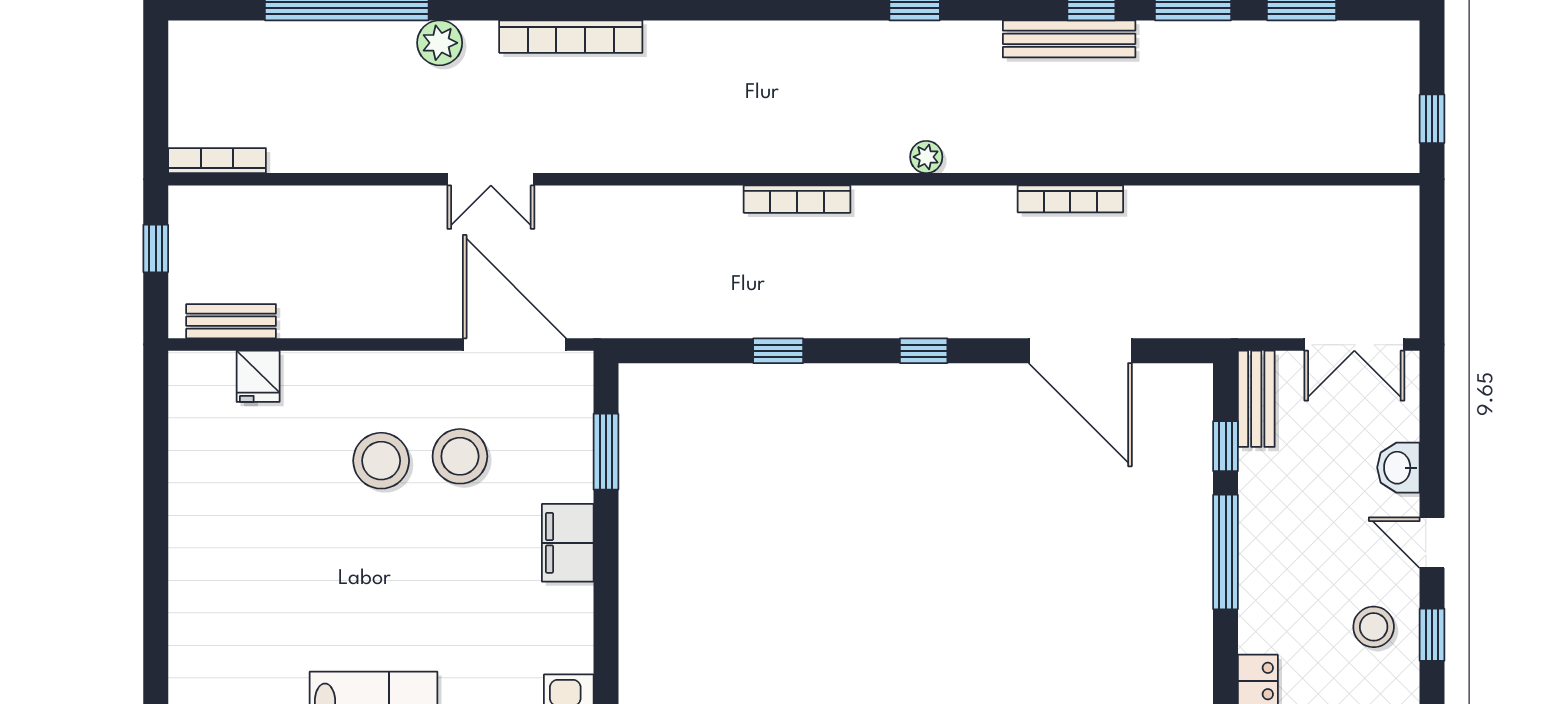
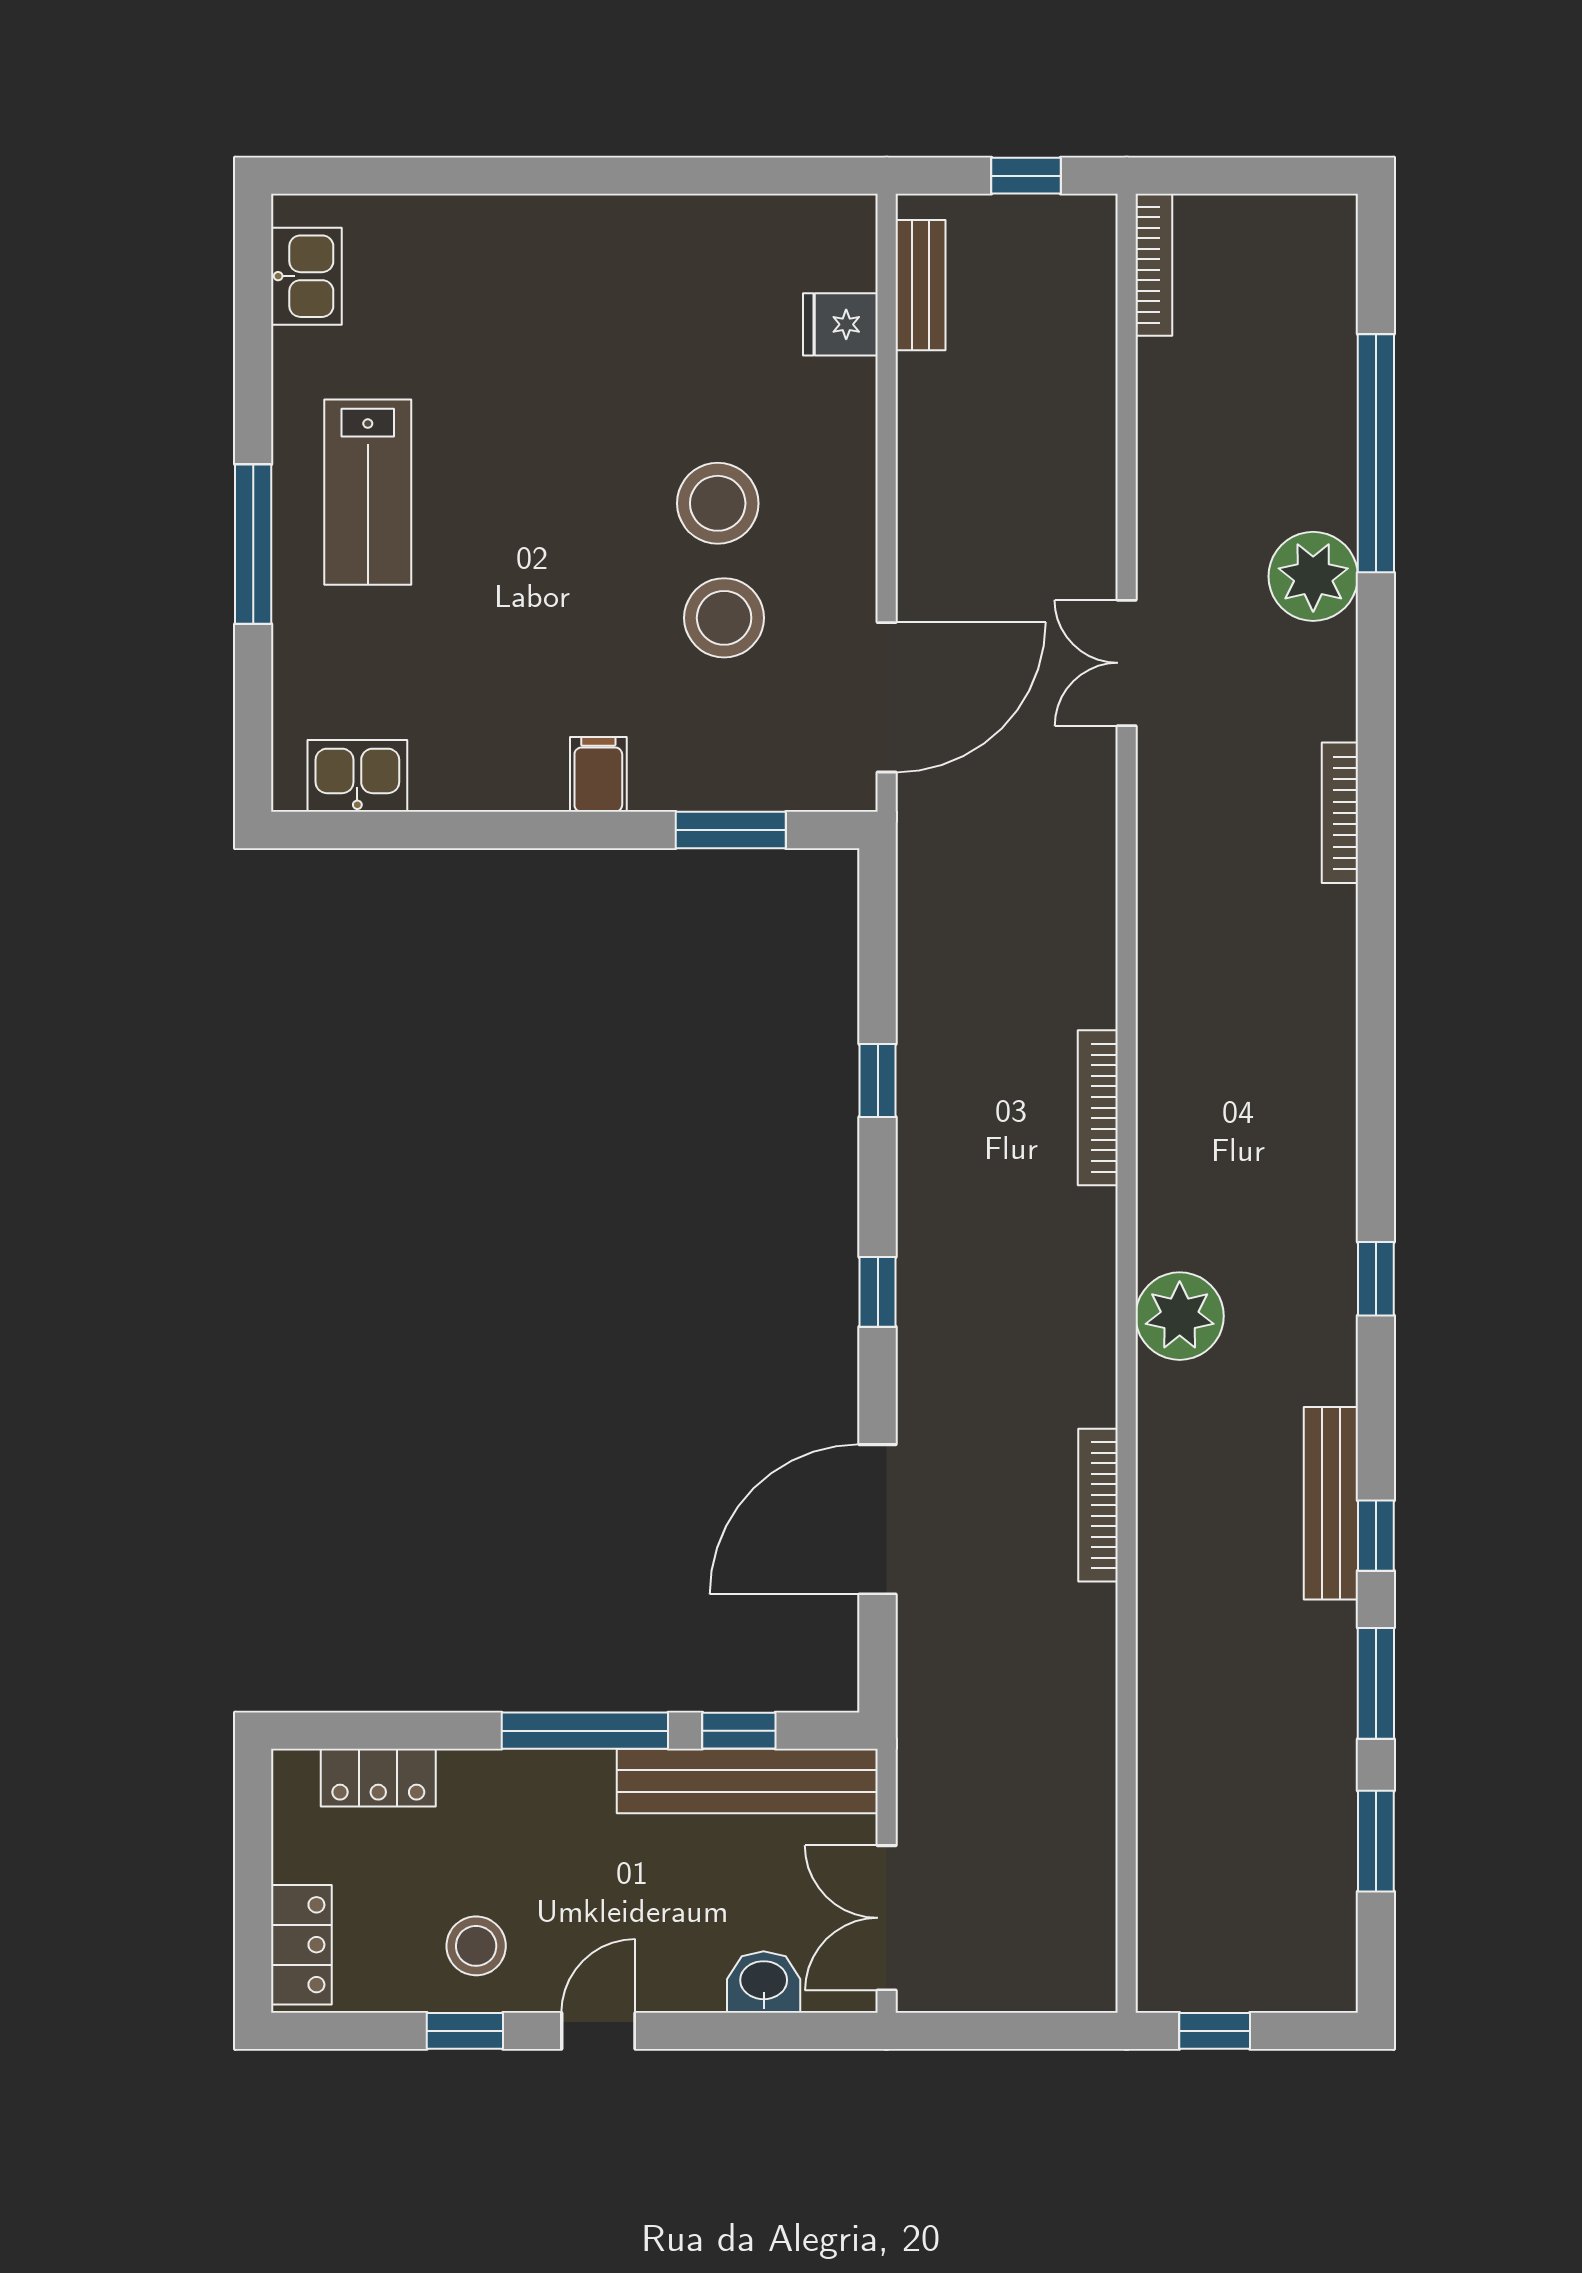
bookcase: (571, 37) -> (1340, 813), width x0.68, depth x0.76
plant: (440, 43) -> (1313, 576), width x1.36, depth x1.36
plant: (926, 157) -> (1180, 1316), width x1.87, depth x1.87
bench: (1256, 399) -> (747, 1781), width x1.86, depth x1.21
washbasin: (1398, 468) -> (764, 1982), moved
filing cabinet: (568, 543) -> (598, 774), width x0.50

